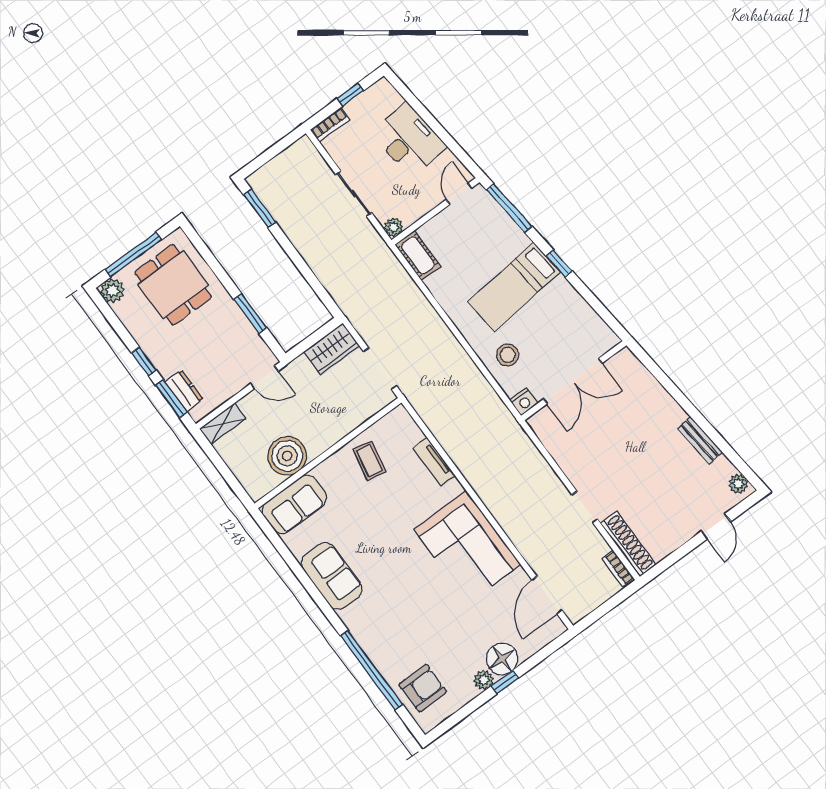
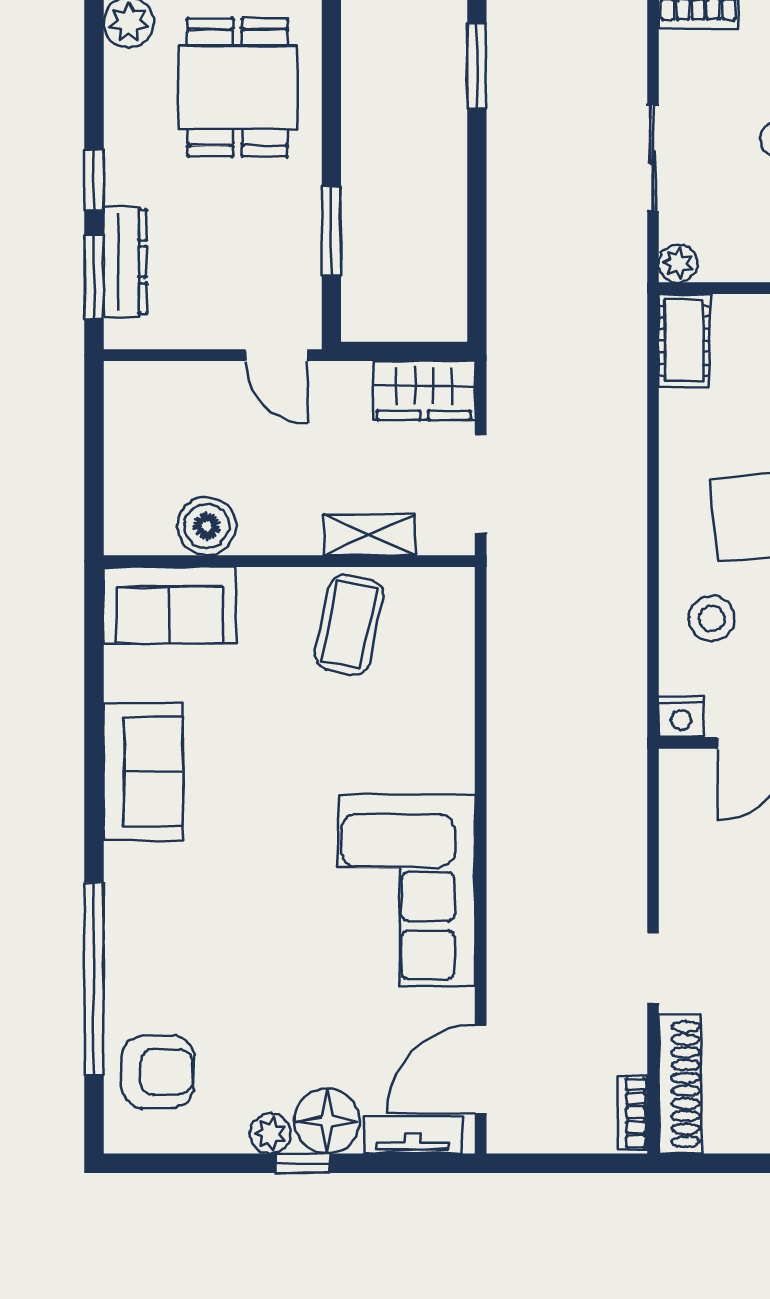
dresser: (184, 391) -> (125, 262), width x1.44
shelving: (223, 424) -> (370, 535), moved
boiler: (287, 456) -> (207, 526), width x0.73, depth x0.73
coffee table: (369, 461) -> (349, 625), width x1.36, depth x1.30
tv unit: (434, 462) -> (413, 1135), moved, turned 90

